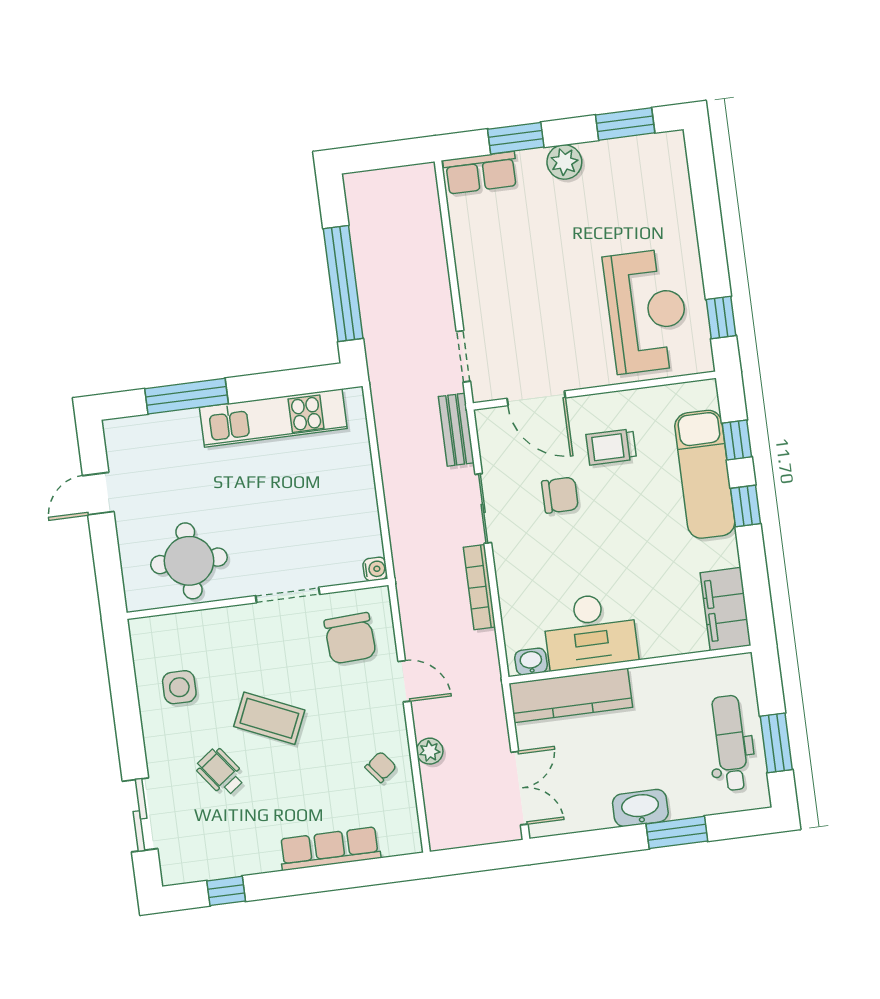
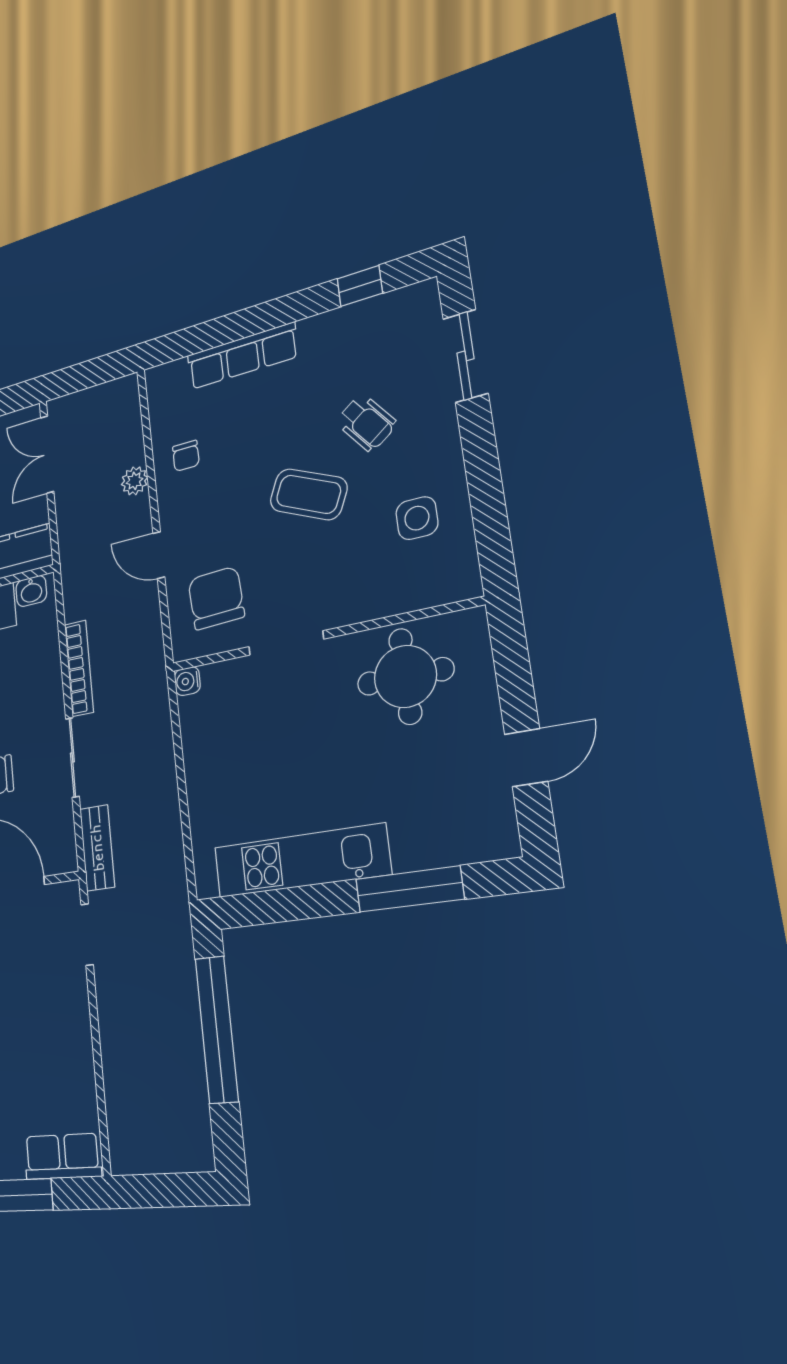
chair: (381, 767) -> (186, 456), turned -52

